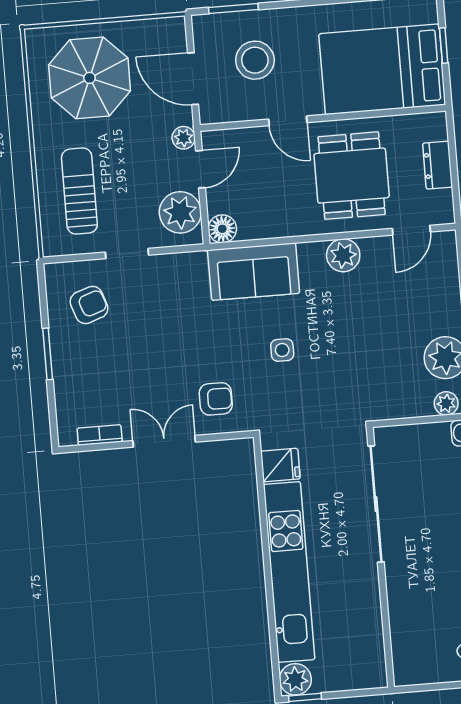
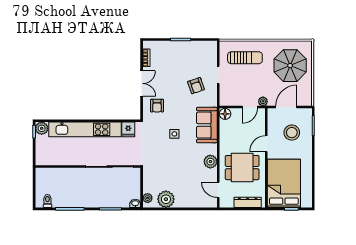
dresser: (438, 165) -> (248, 202), width x1.44
door: (200, 169) -> (250, 107), hinge flipped
plant: (180, 212) -> (233, 98), removed
armchair: (89, 305) -> (196, 86), moved

